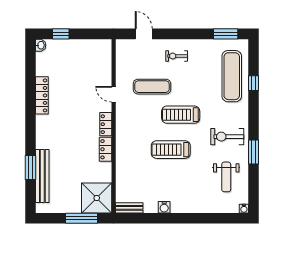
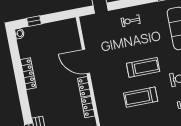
exercise mat: (152, 87) -> (116, 49), removed
door: (114, 94) -> (86, 61), width x1.87
treadmill: (181, 115) -> (143, 67), turned 180

